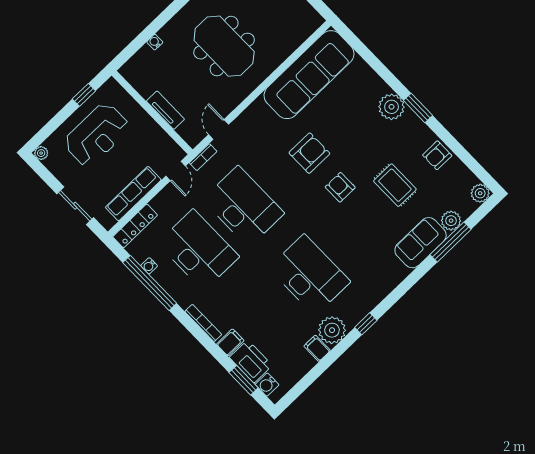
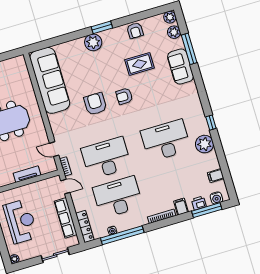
plant: (451, 221) -> (174, 32), moved
filing cabinet: (317, 348) -> (216, 176), moved
printer: (251, 361) -> (199, 203), width x0.53, depth x0.68
window: (244, 380) -> (207, 210), width x1.44

